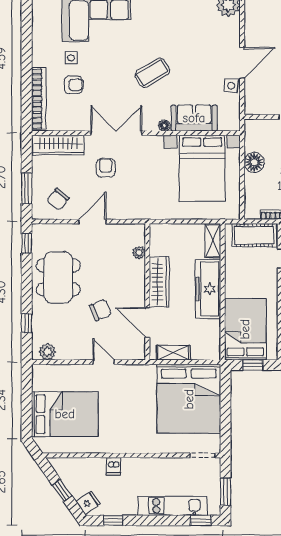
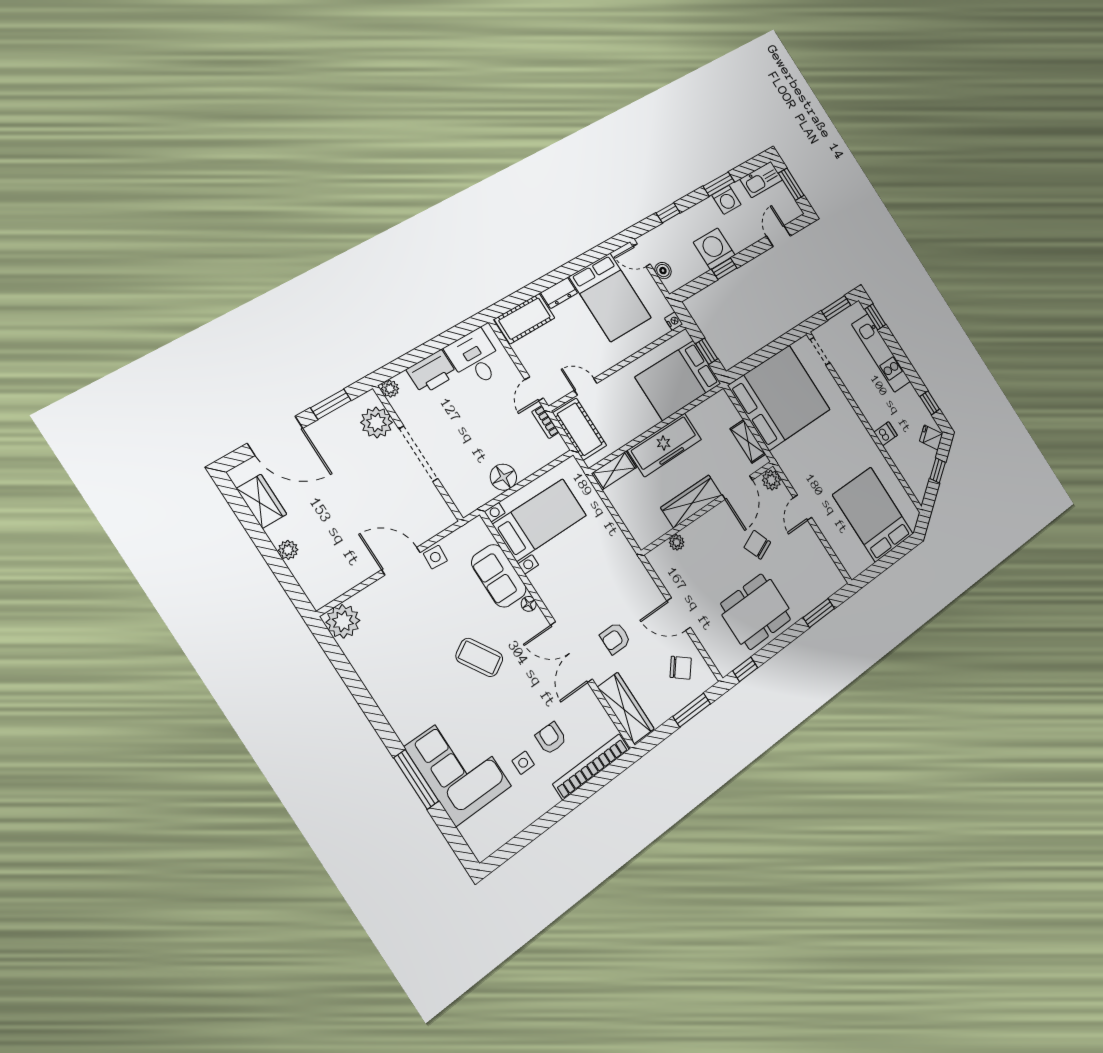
bed with nightstands: (202, 168) -> (540, 520), width x0.73
window: (27, 323) -> (819, 613), width x1.50
plant: (47, 352) -> (771, 480), moved

